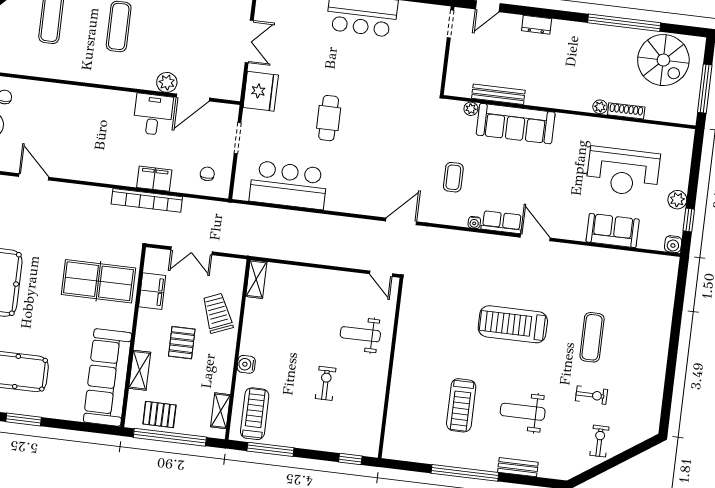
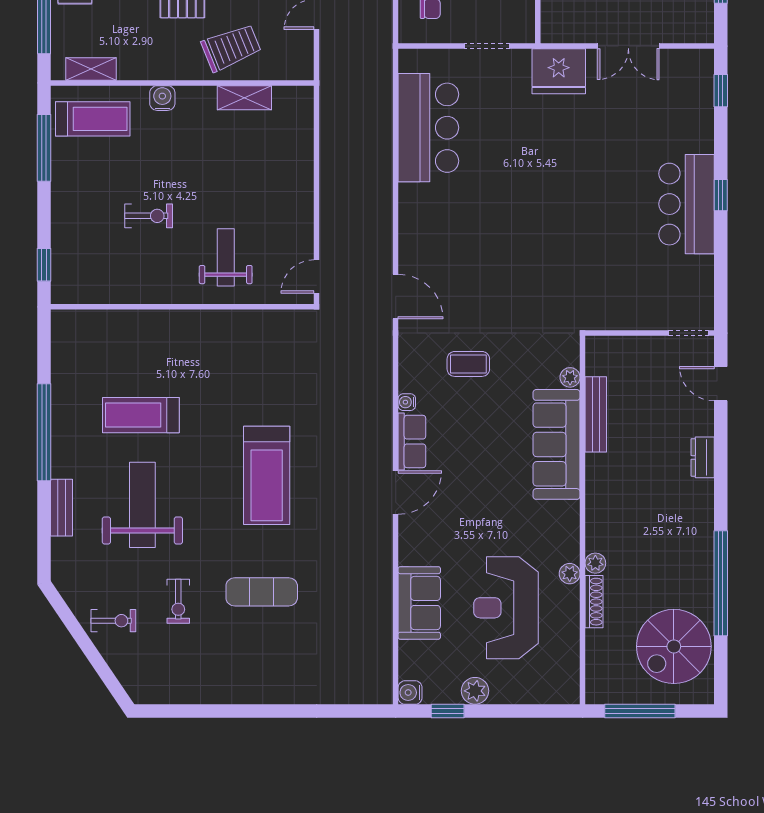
cafe table: (329, 118) -> (532, 174), removed
plant: (605, 125) -> (570, 574), added
shelving: (256, 279) -> (244, 98), moved
treadmill: (513, 324) -> (267, 475), turned 180
weight bench: (523, 412) -> (142, 505), width x1.36, depth x1.33

